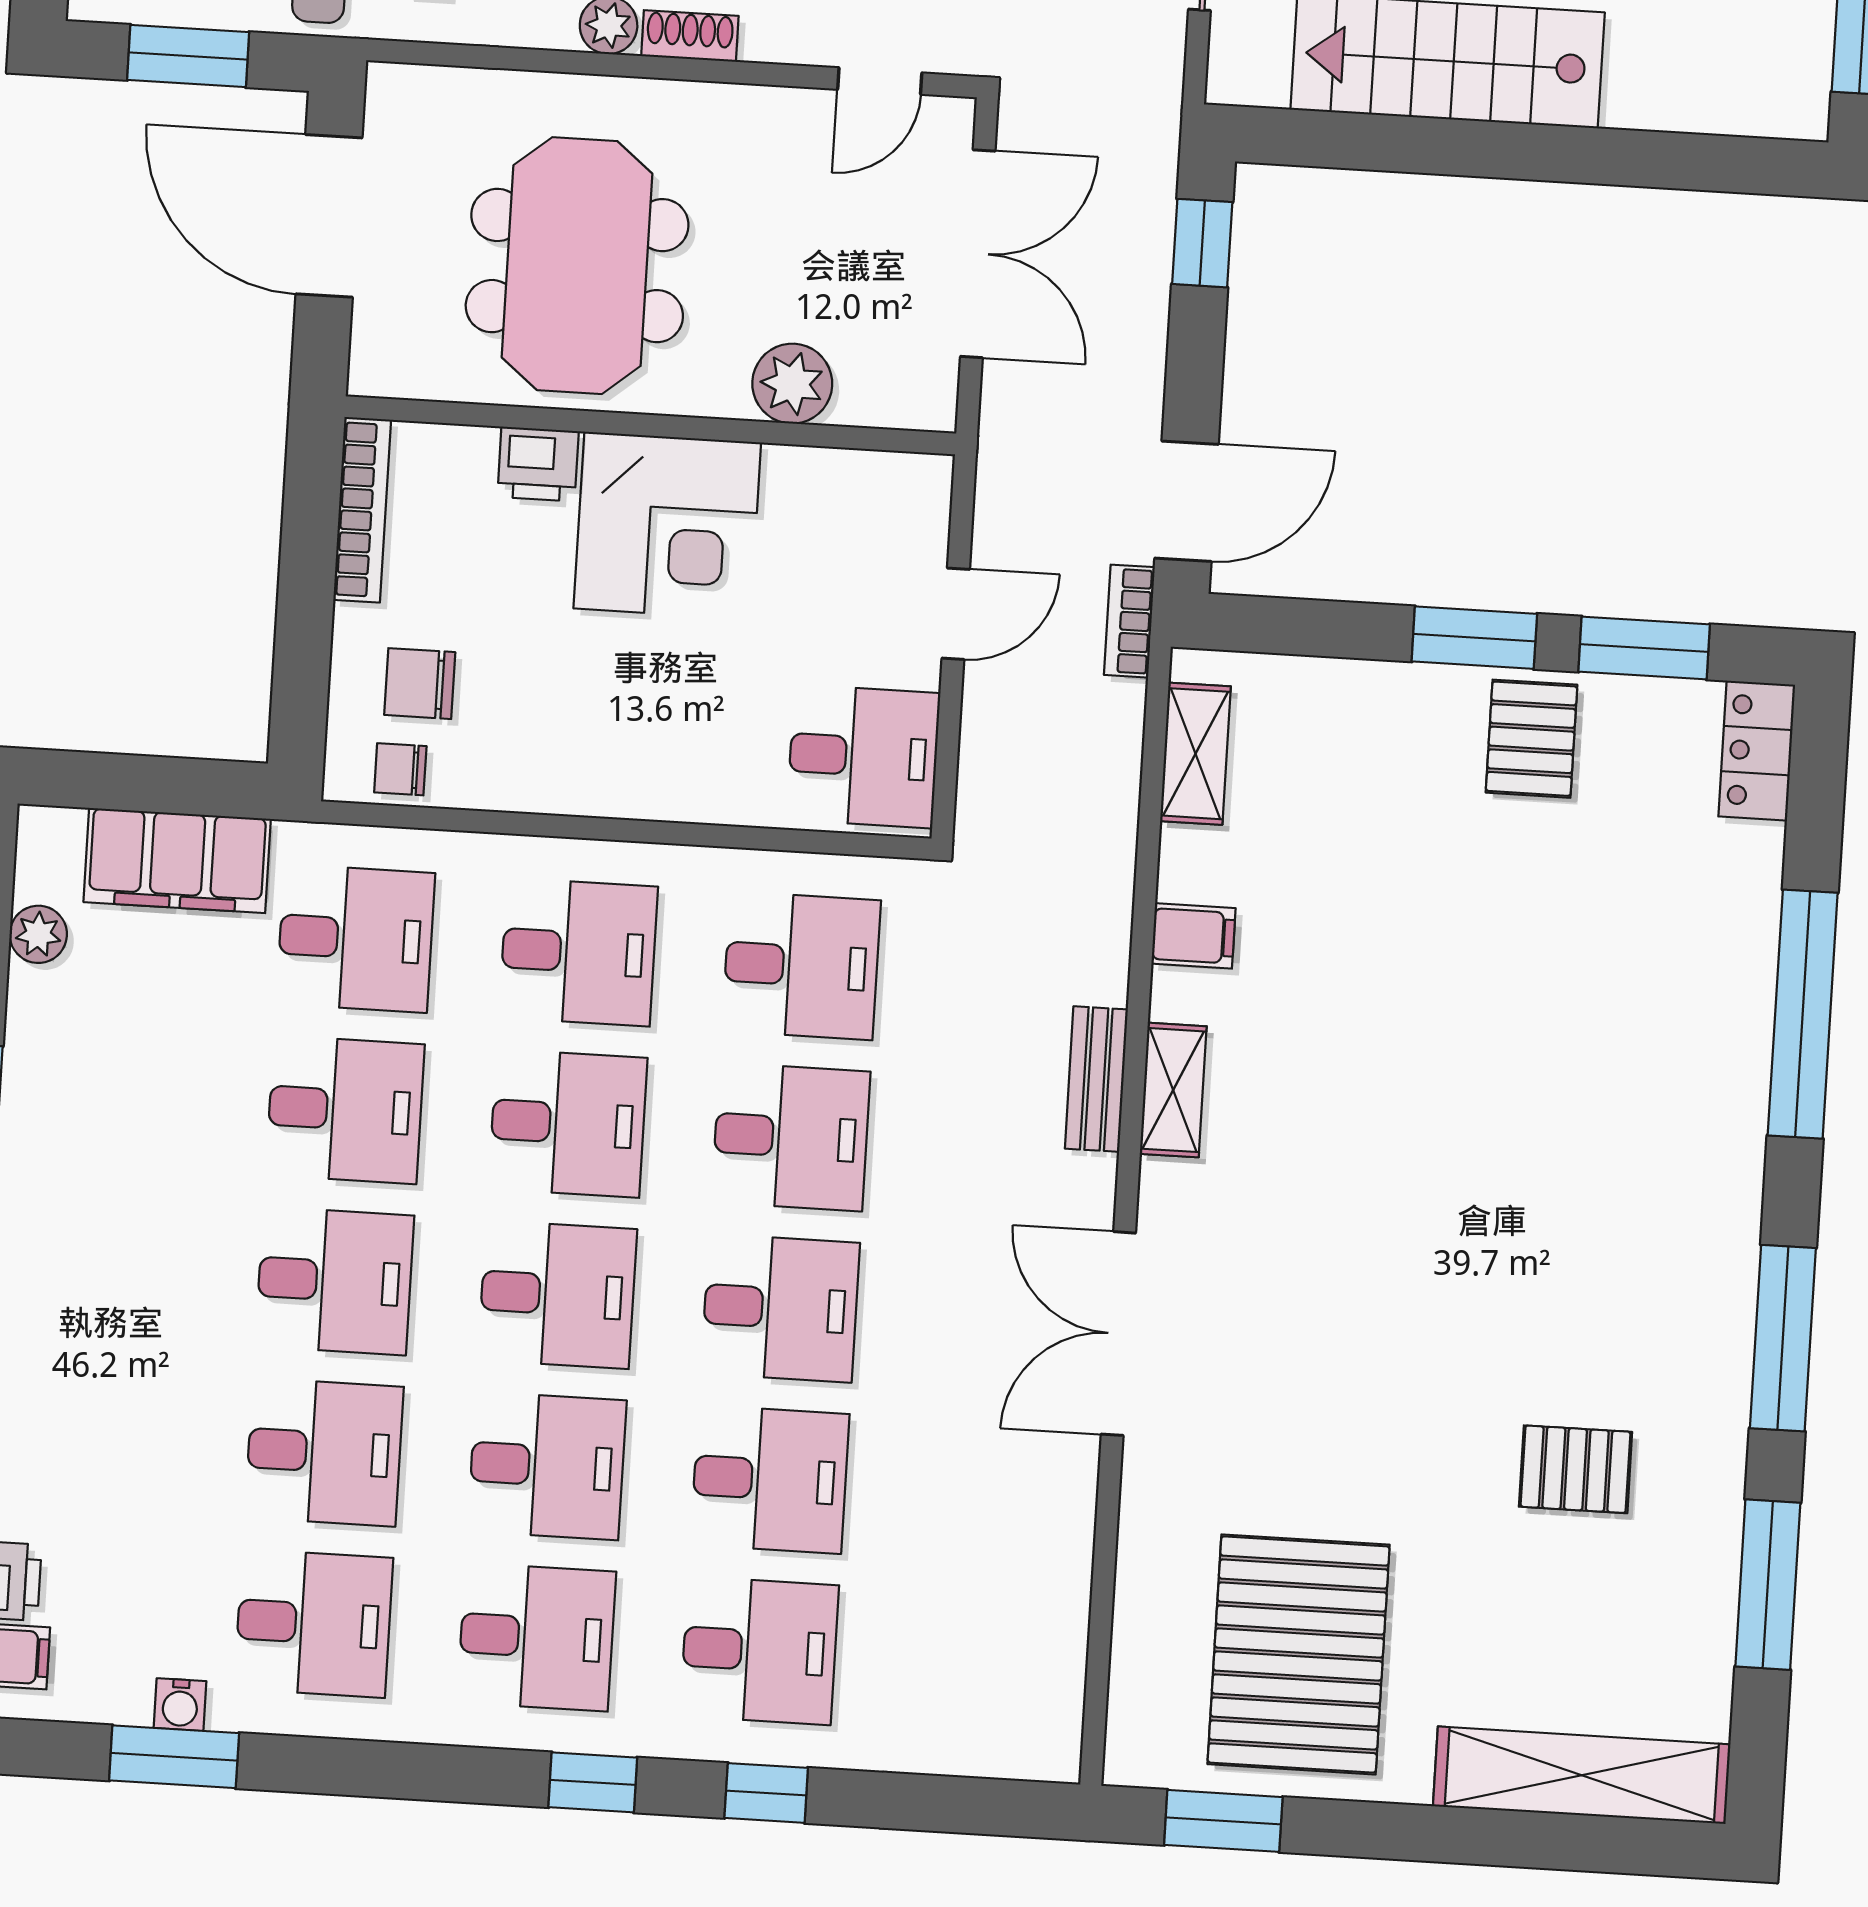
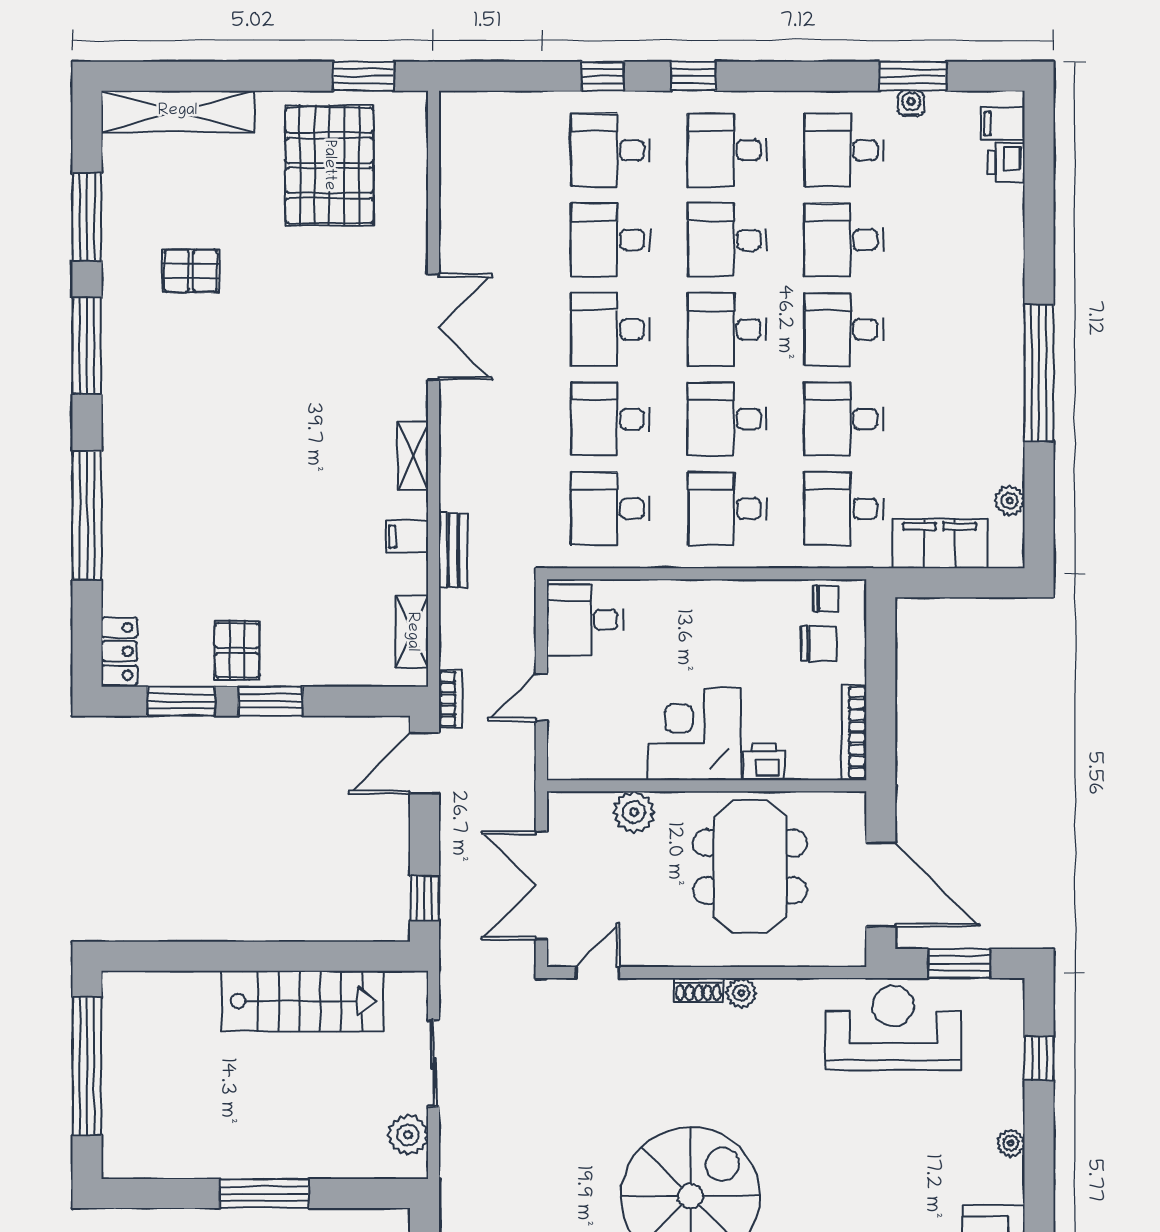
bench: (1096, 1079) -> (453, 550), moved

